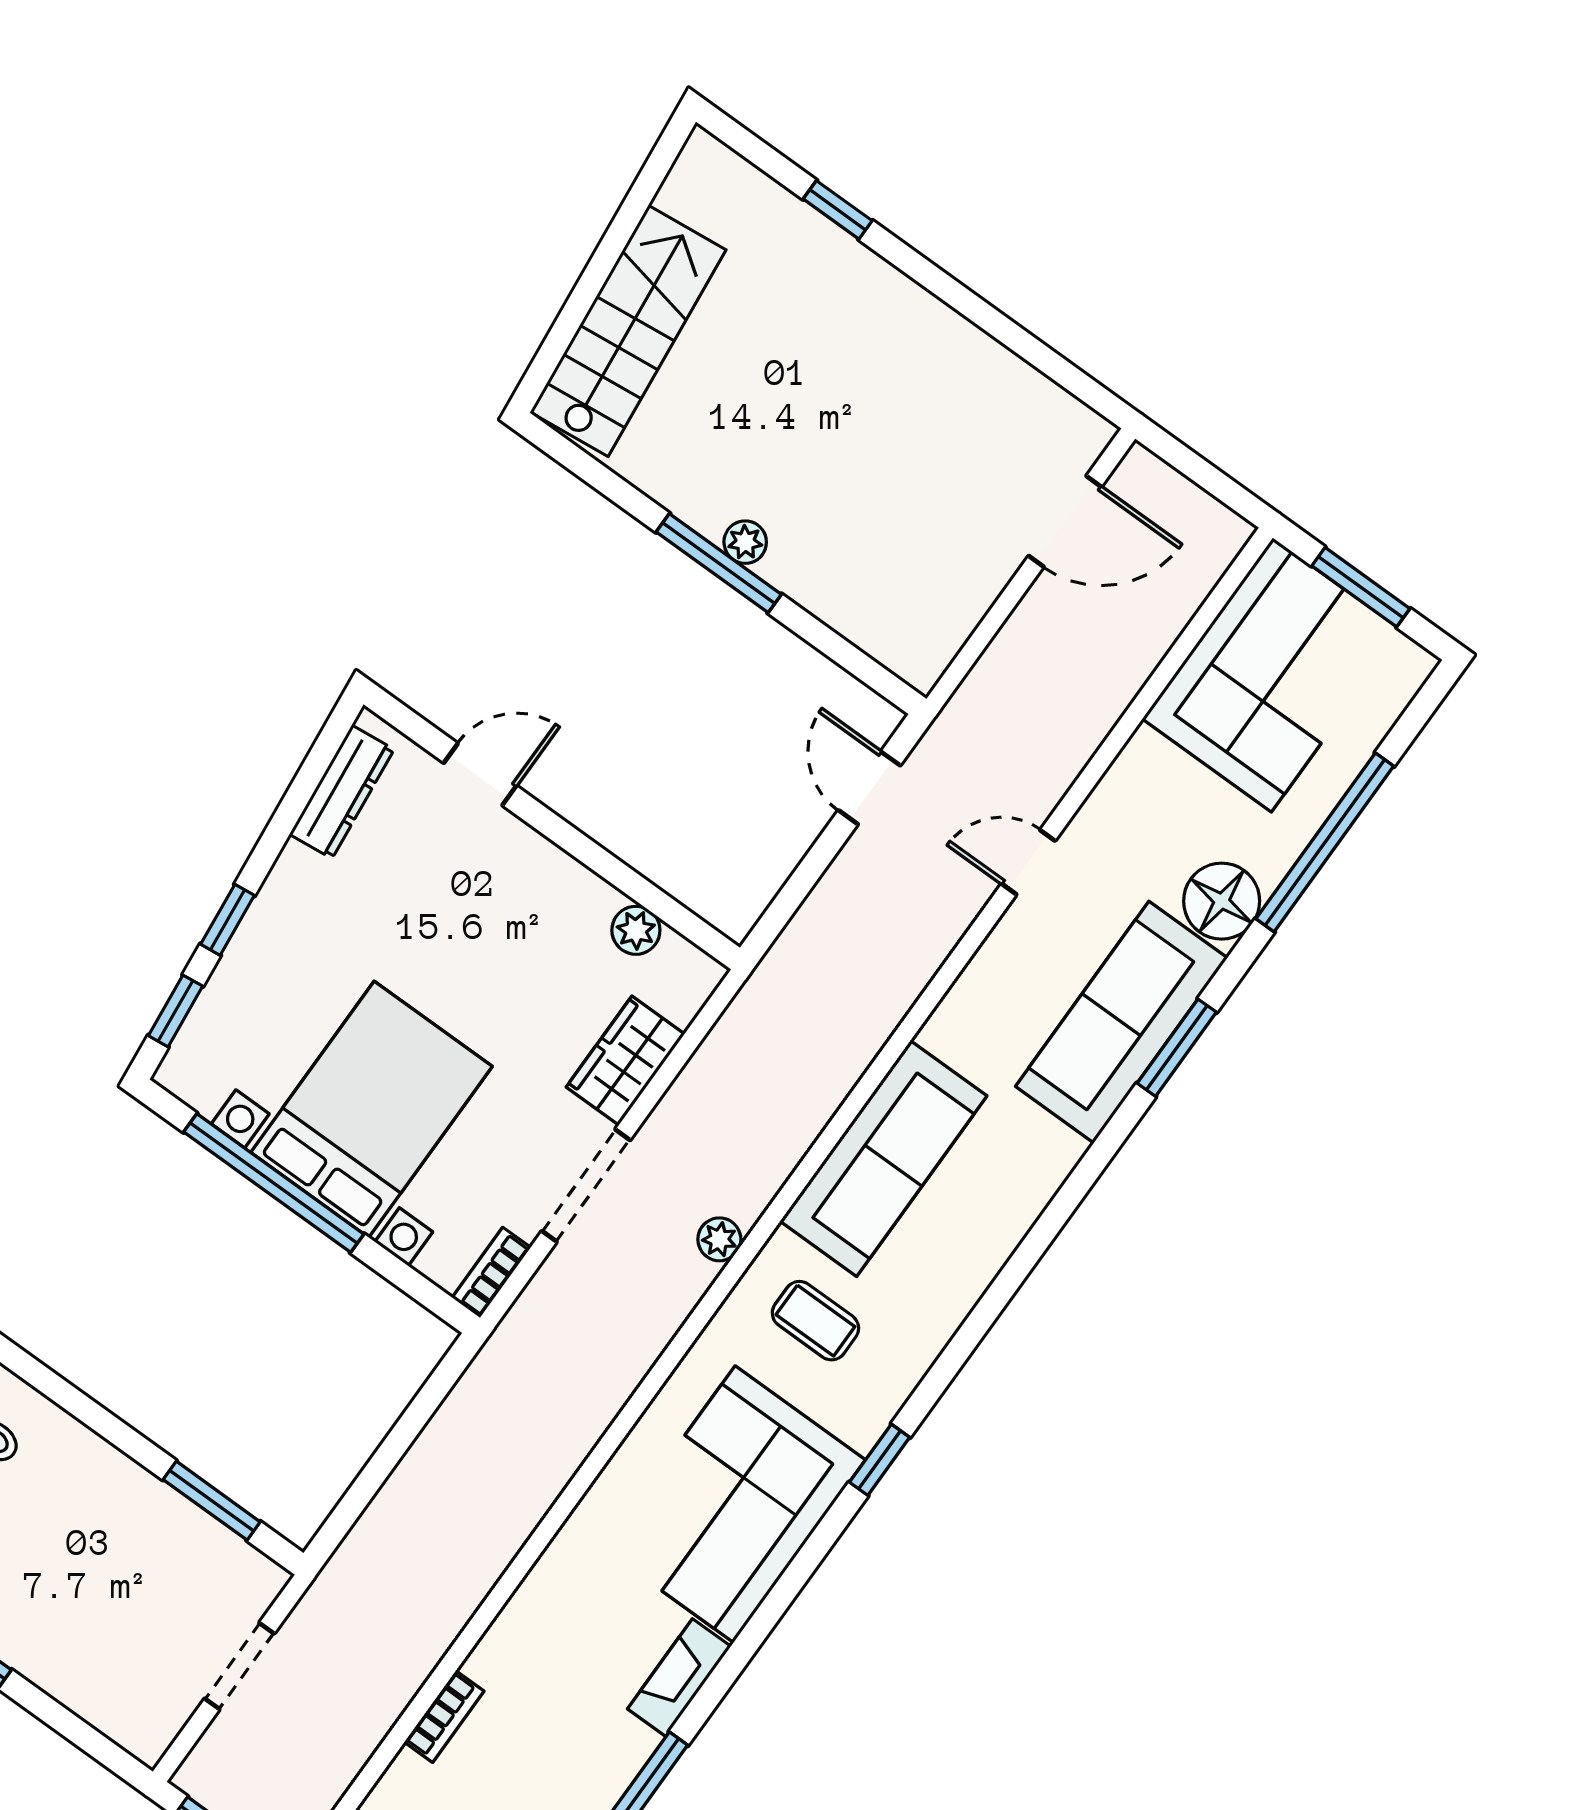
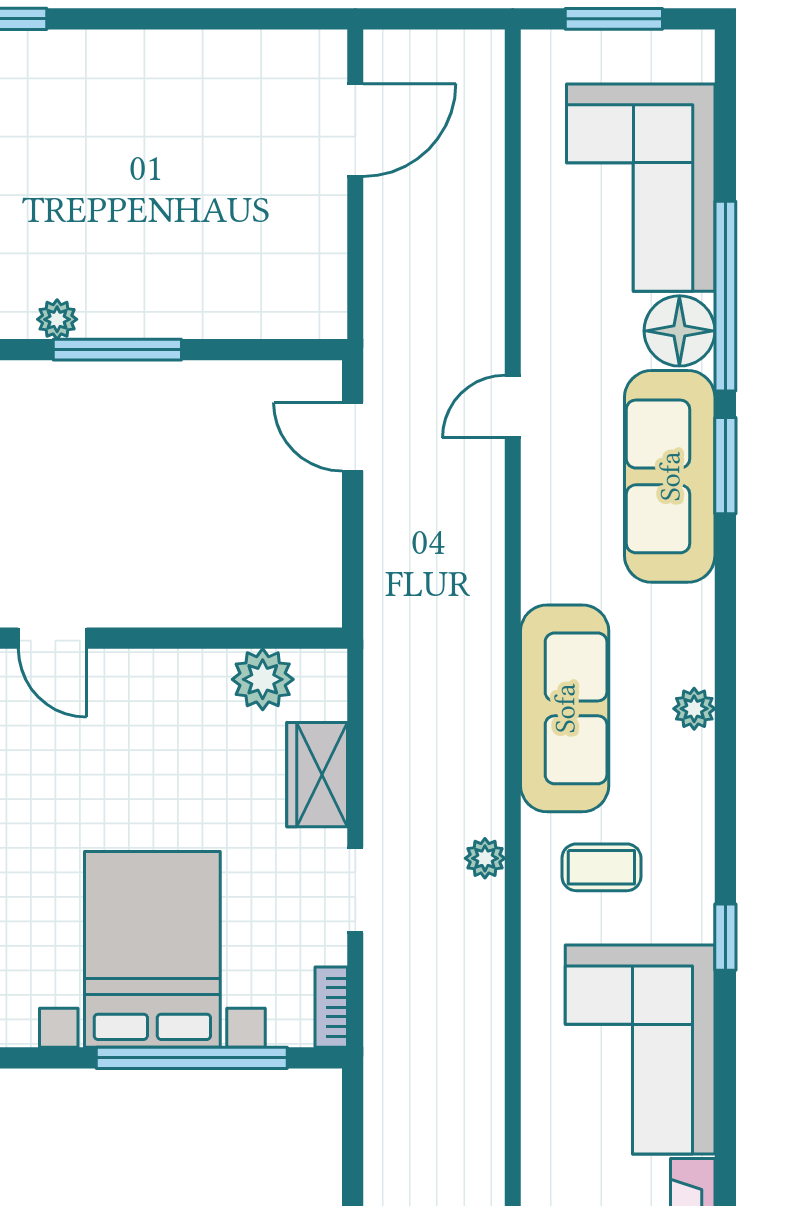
plant: (745, 542) -> (57, 319), moved
corner sofa: (1272, 675) -> (641, 188), moved, turned 180
door: (480, 774) -> (52, 638), swing flipped
window: (1325, 842) -> (725, 296), moved
plant: (636, 930) -> (263, 679), width x1.38, depth x1.38
window: (274, 1183) -> (192, 1058), moved
doorway: (586, 1186) -> (355, 890), width x0.73
plant: (996, 1241) -> (694, 709), added

